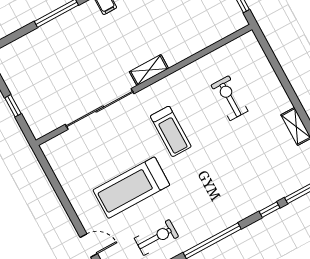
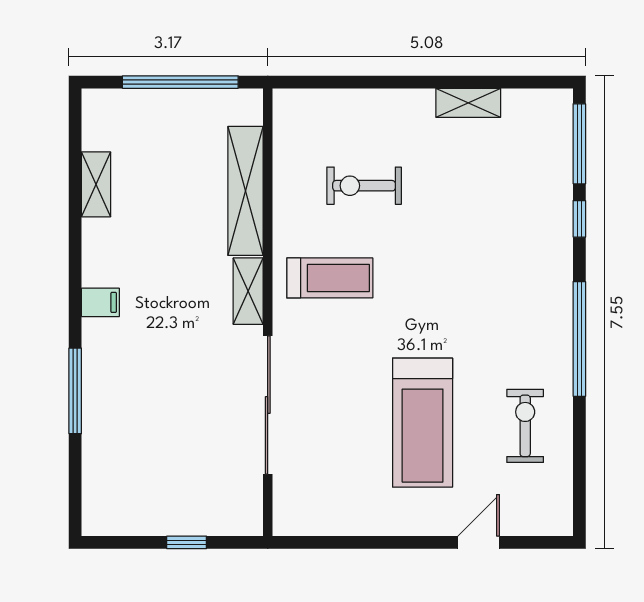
shelving: (196, 43) -> (245, 191), added
treadmill: (171, 131) -> (330, 278), moved

